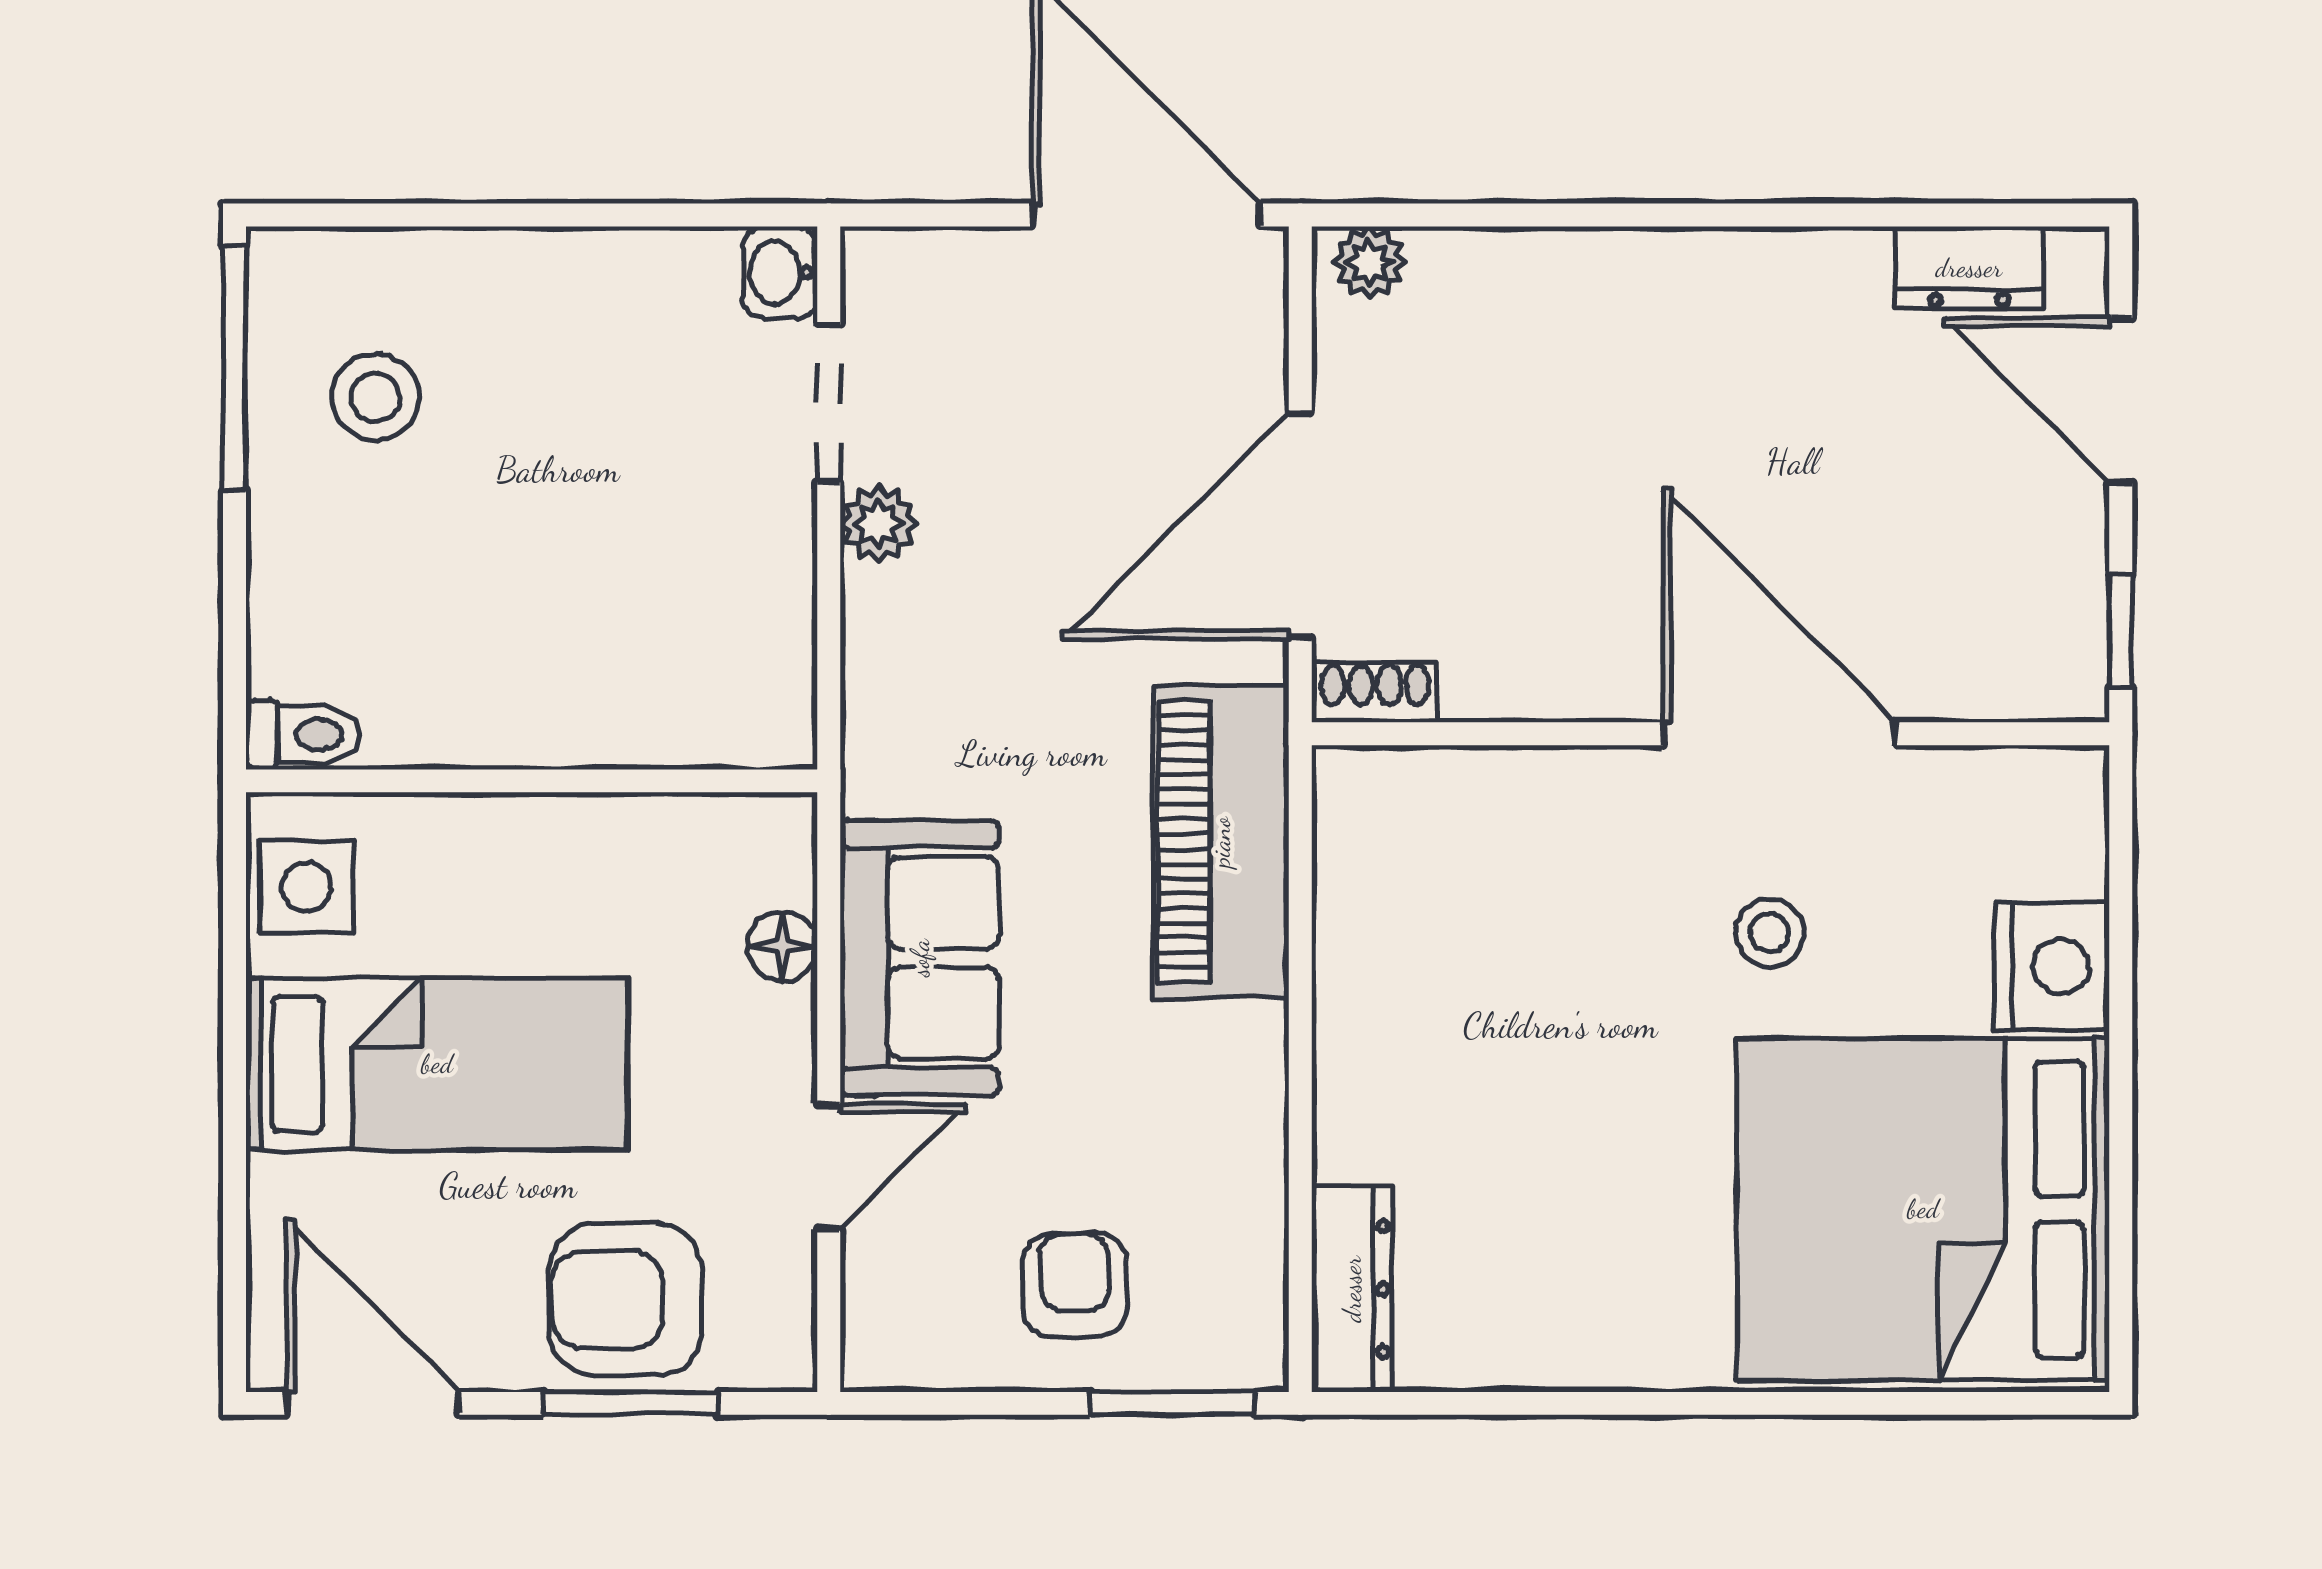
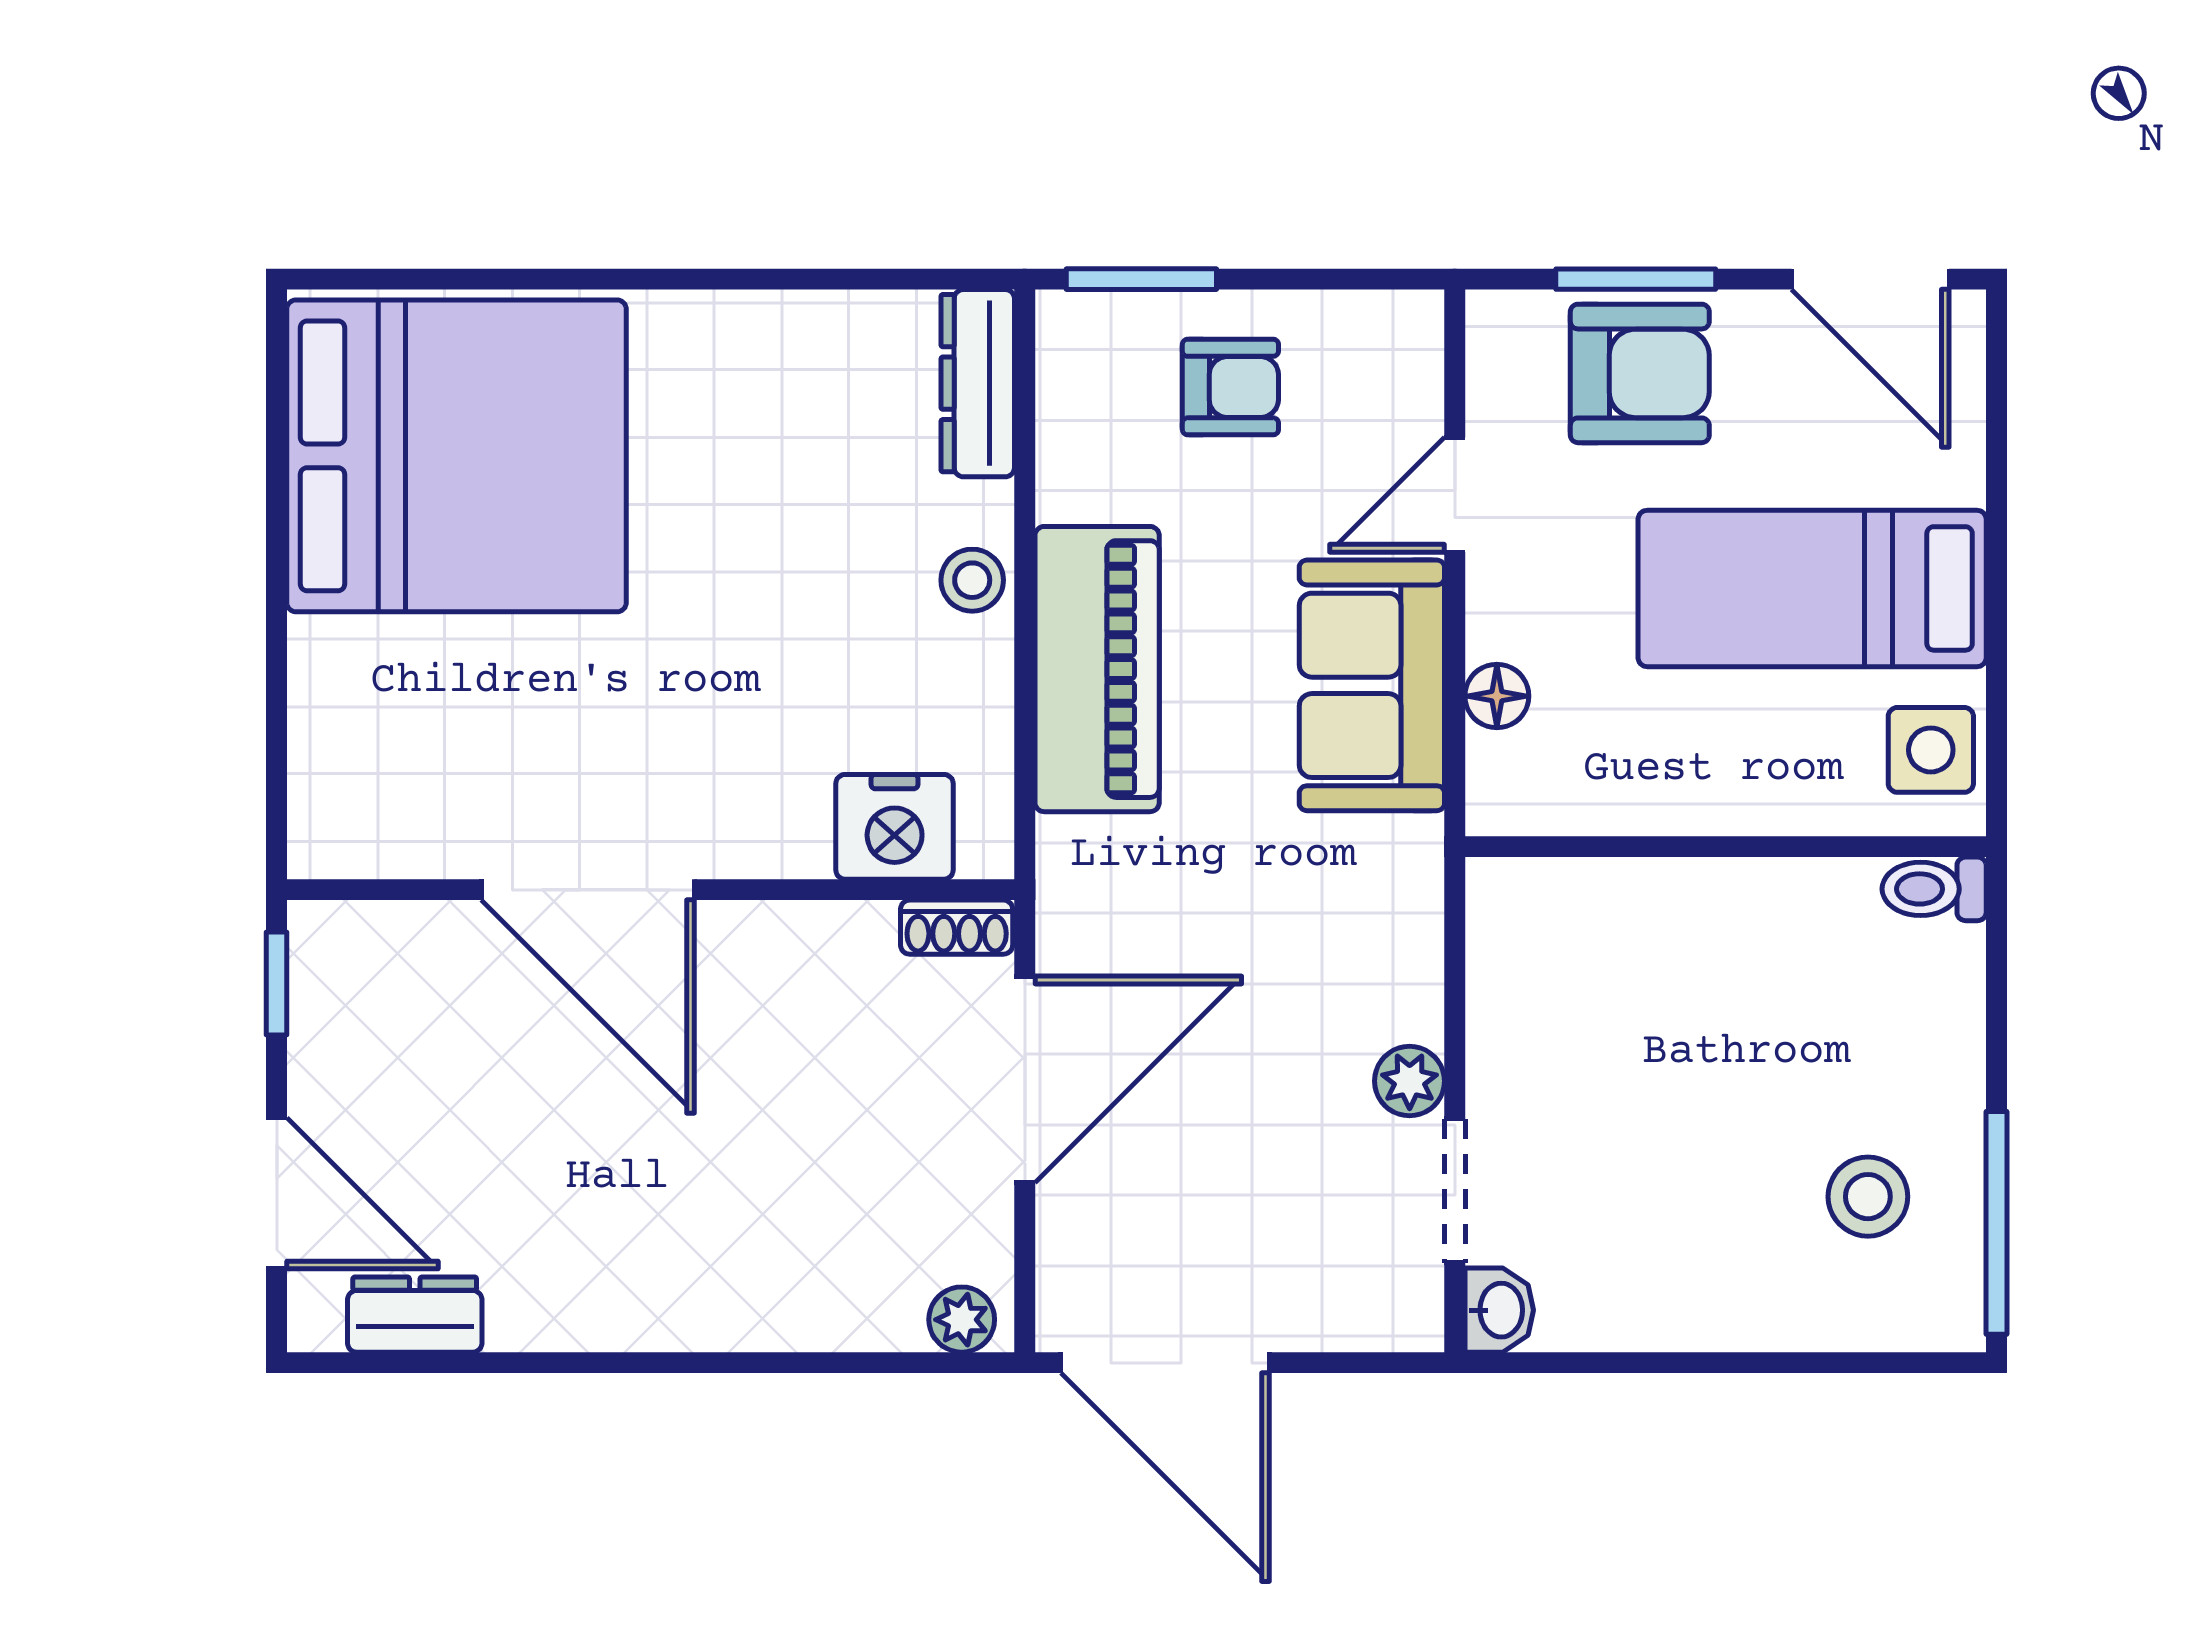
piano: (1221, 842) -> (1097, 669), moved
stool: (1770, 933) -> (972, 580), moved
nightstand: (2052, 967) -> (895, 827), moved, turned -90
armchair: (1075, 1285) -> (1230, 387), turned -89

